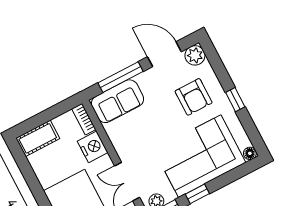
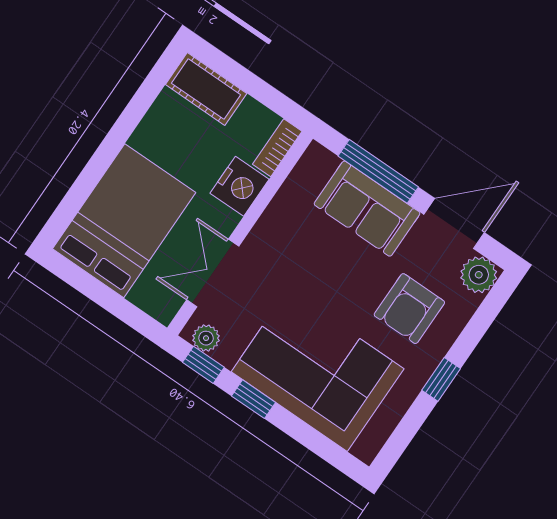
door: (164, 54) -> (454, 224), hinge flipped
sofa: (117, 101) -> (367, 209), moved
floor lamp: (250, 153) -> (366, 450), removed

